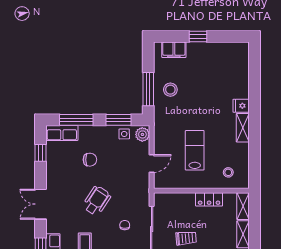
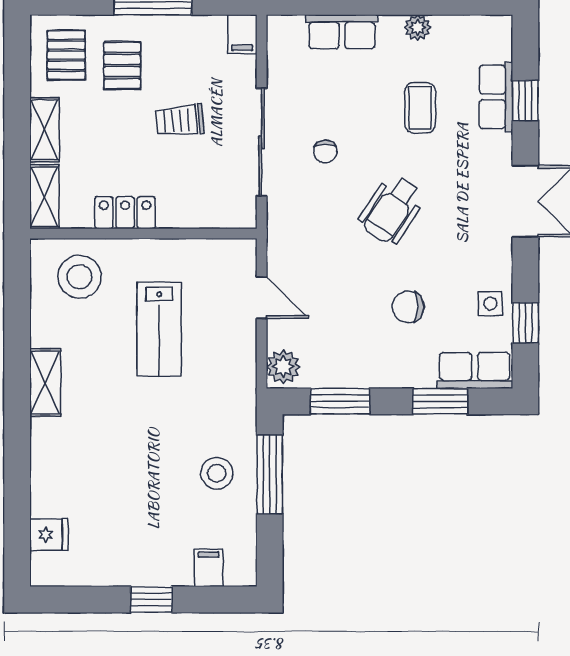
filing cabinet: (174, 50) -> (209, 568), width x0.50
fridge: (241, 106) -> (49, 535), moved
window: (76, 120) -> (440, 401), width x0.69
side table: (124, 134) -> (490, 304), moved
door: (152, 164) -> (262, 298), swing flipped
stool: (228, 172) -> (80, 277), width x1.89, depth x1.89

